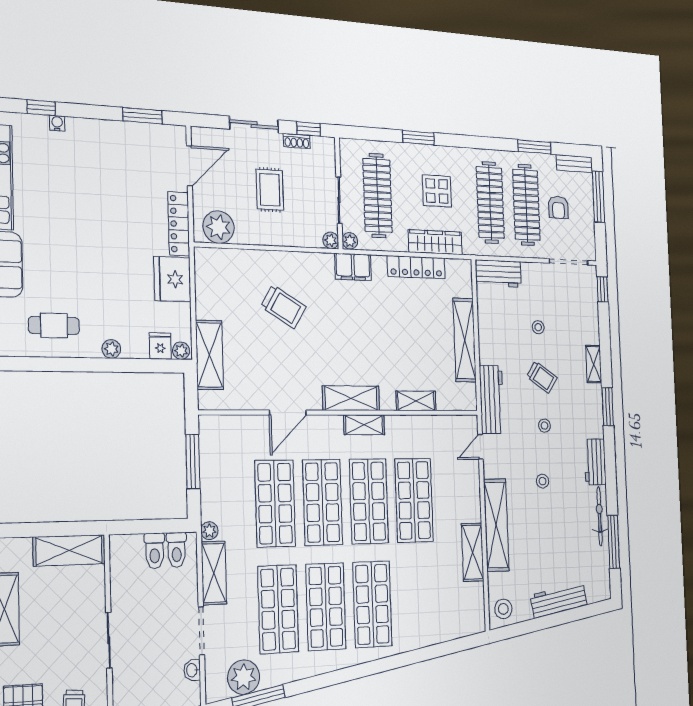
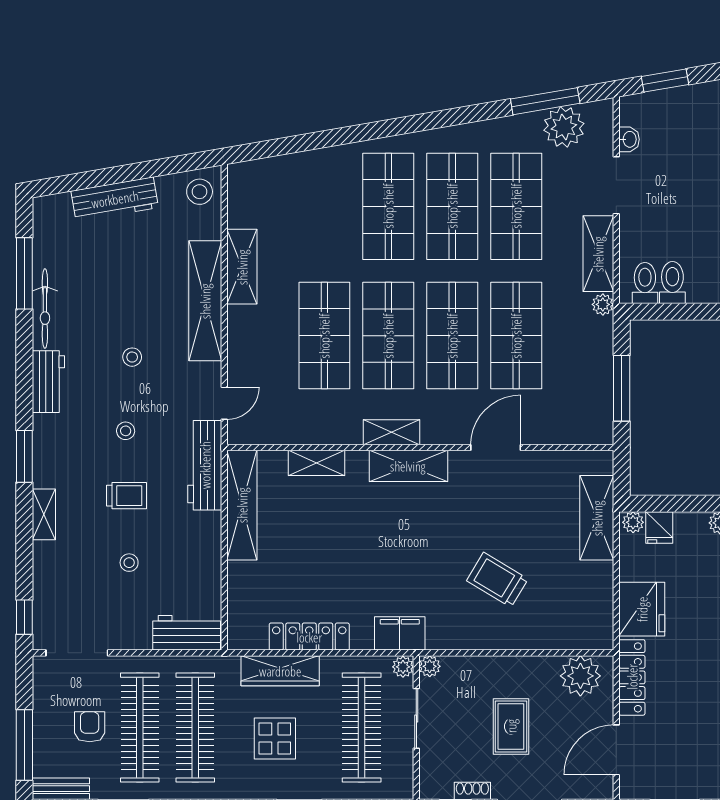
shelving: (465, 340) -> (242, 505), moved
trolley: (542, 377) -> (126, 496), turned 146

